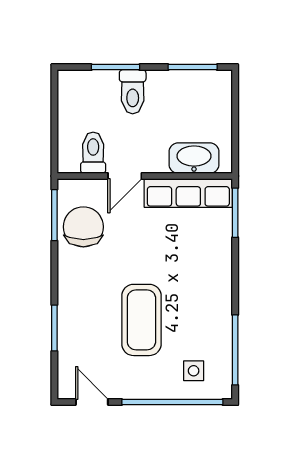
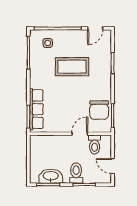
door: (54, 107) -> (113, 166), added
washbasin: (194, 158) -> (51, 176), moved, turned 180
row of seats: (188, 193) -> (36, 109), moved, turned 90
coffee table: (141, 320) -> (72, 67), turned 90
door: (92, 402) -> (95, 28), hinge flipped

